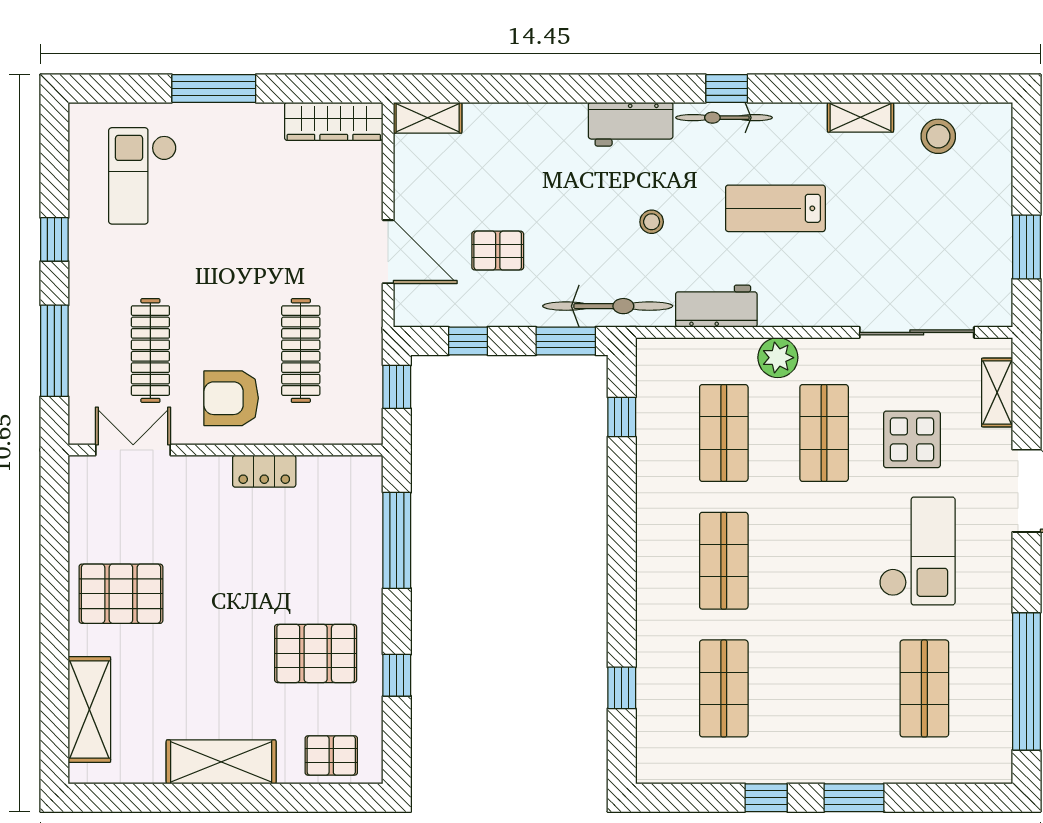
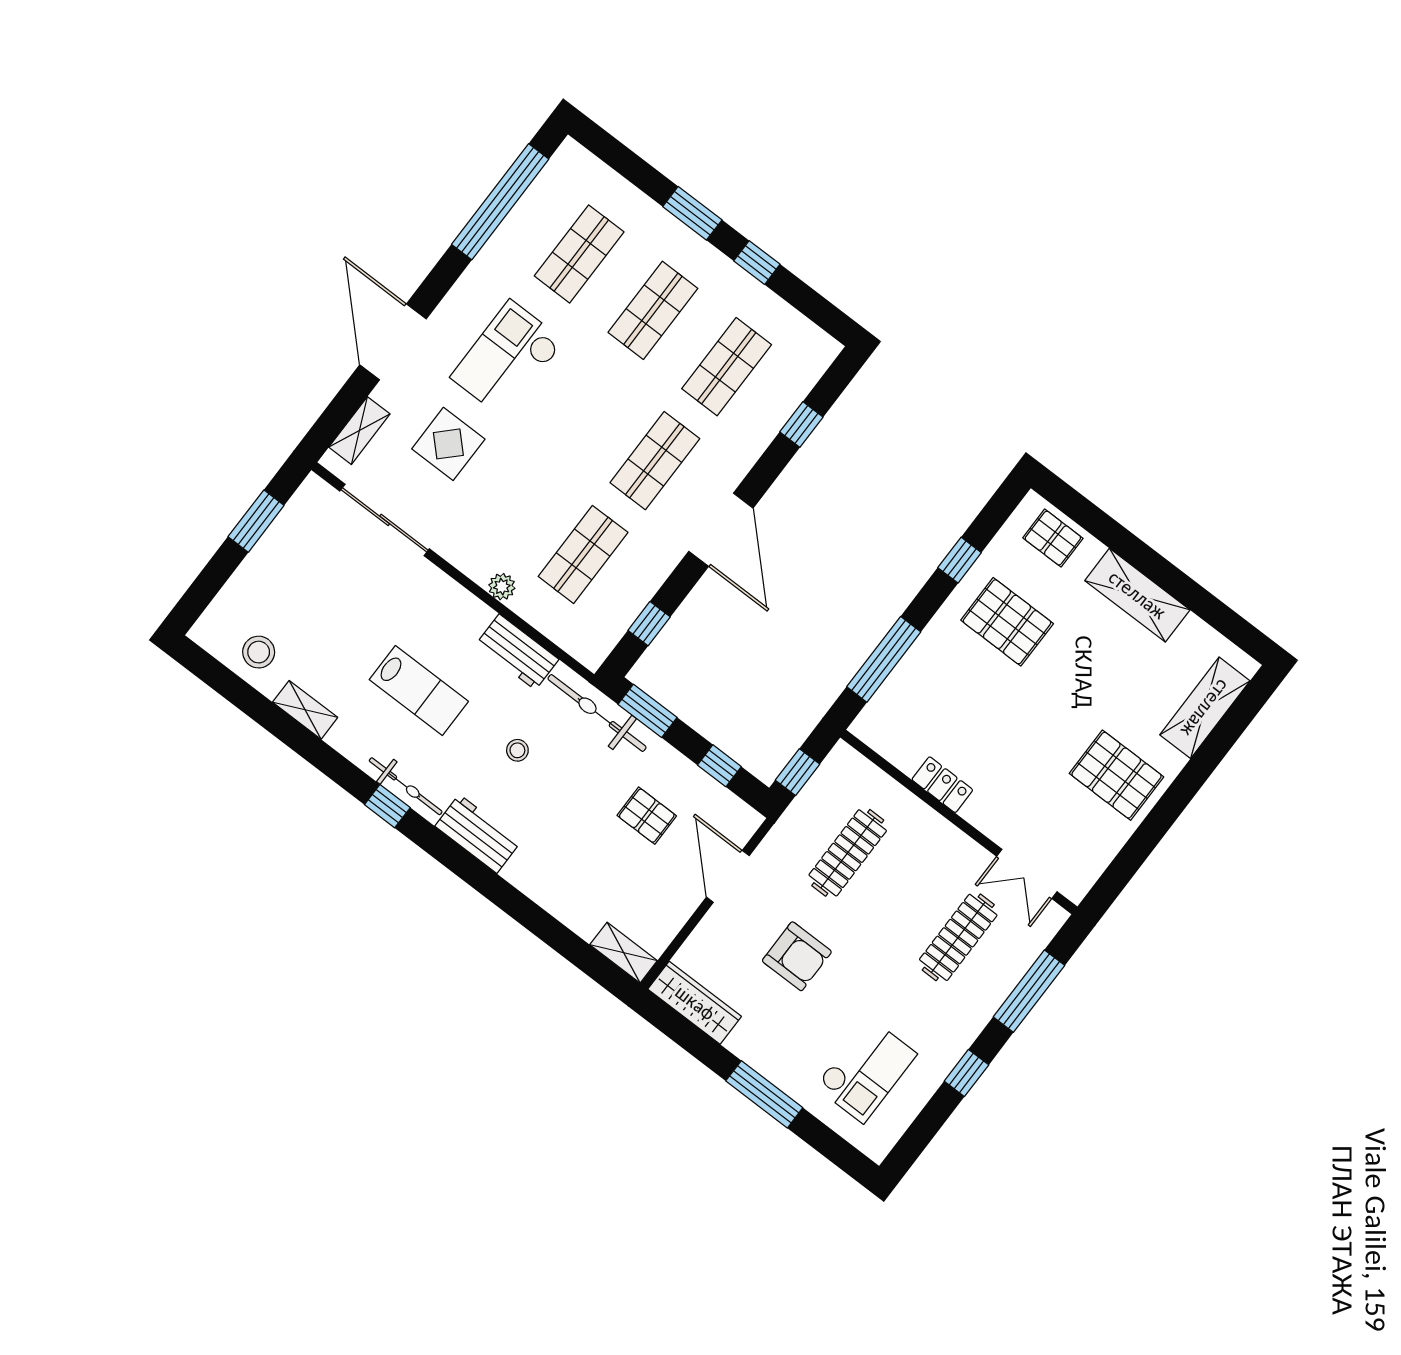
plant: (778, 358) -> (502, 587), width x0.73, depth x0.73
armchair: (231, 398) -> (797, 956), moved
shop shelf: (824, 433) -> (653, 310), moved
door: (622, 545) -> (721, 530), added

